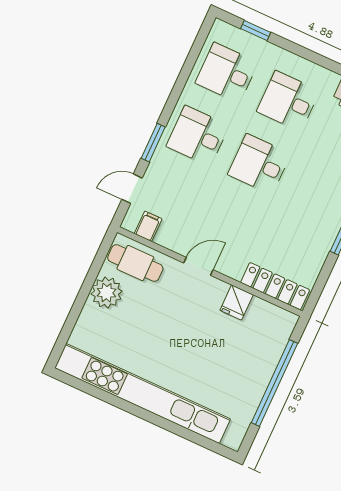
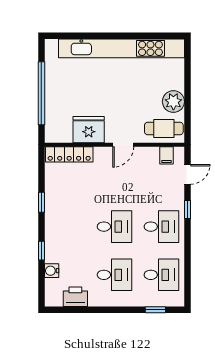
window: (153, 143) -> (188, 209), width x0.67
fridge: (237, 302) -> (89, 130), width x1.88, depth x1.34

